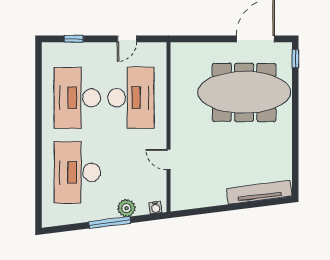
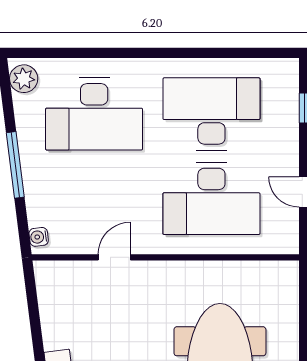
desk: (77, 172) -> (94, 114), turned 180
plant: (126, 208) -> (24, 79), moved

